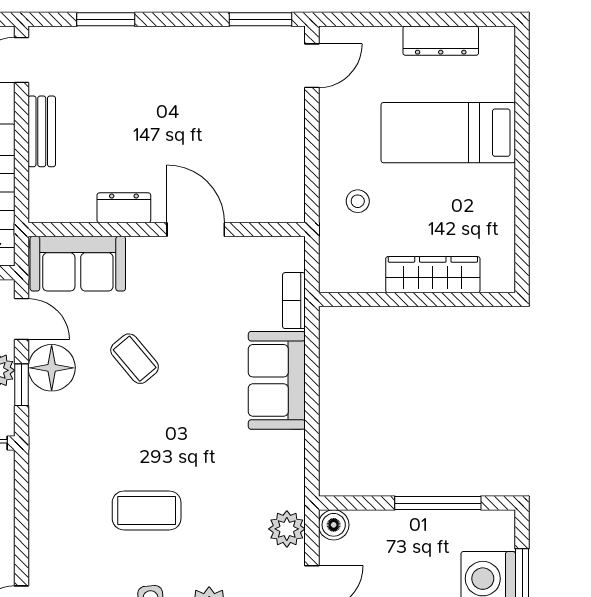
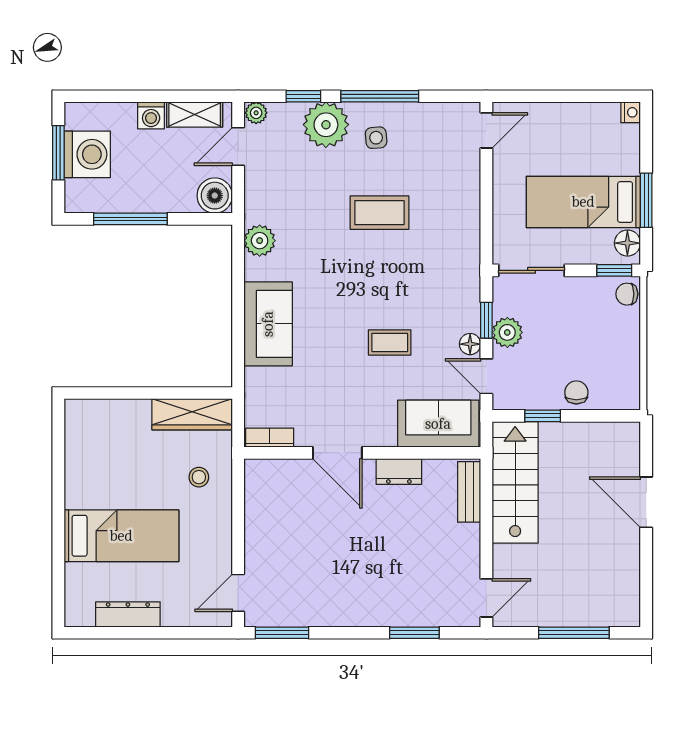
bench: (42, 131) -> (469, 492), moved
wardrobe: (433, 275) -> (192, 414), moved
bookcase: (294, 301) -> (270, 438), moved, turned -90
coffee table: (135, 359) -> (390, 342), turned -50
floor lamp: (52, 368) -> (470, 344), width x0.53, depth x0.53
boiler: (334, 525) -> (215, 196), width x1.36, depth x1.36
plant: (287, 529) -> (260, 241), moved

